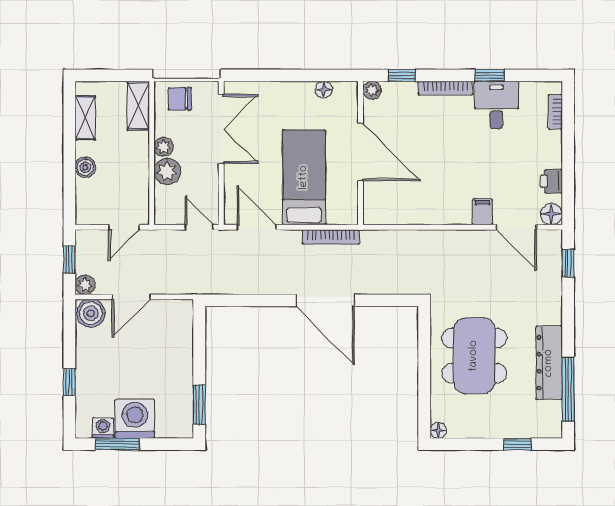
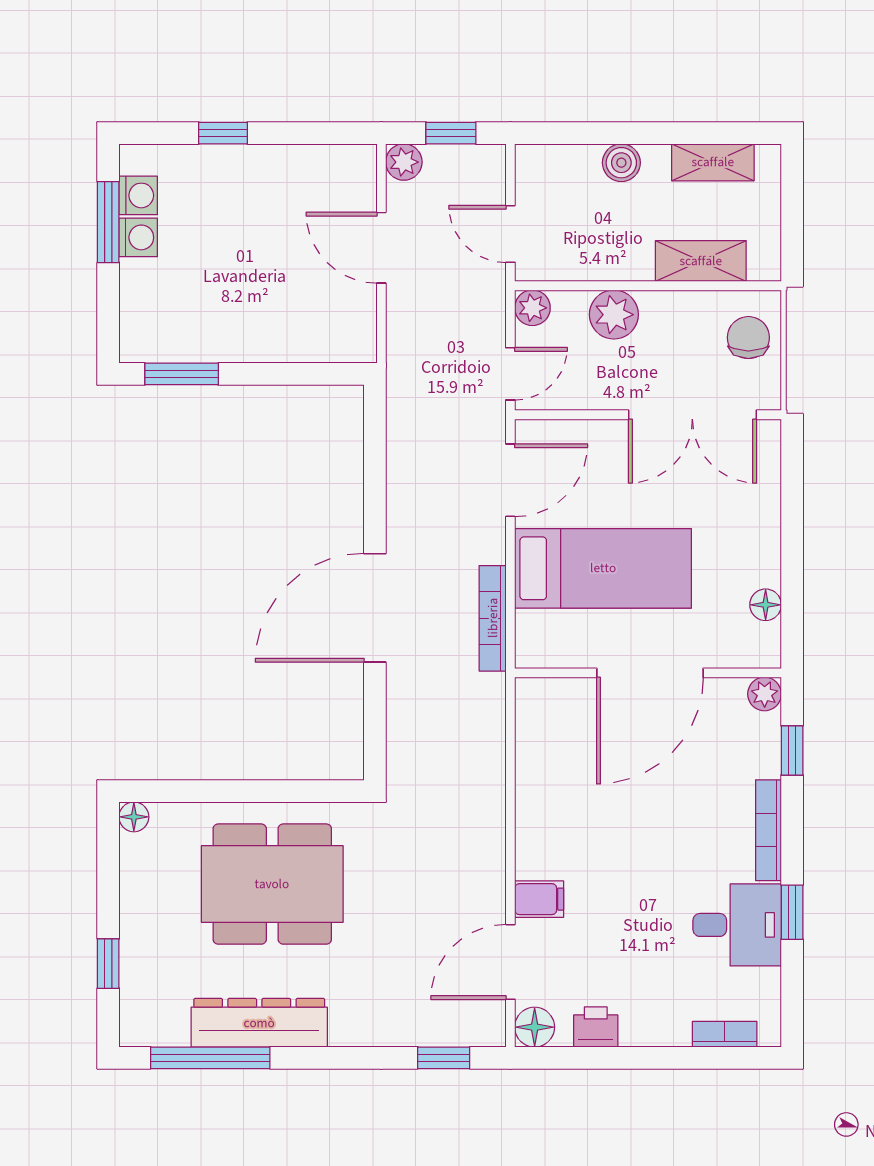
shelving: (138, 106) -> (701, 261), moved
plant: (164, 147) -> (532, 308), moved
boiler: (91, 313) -> (351, 173), removed
washing machine: (135, 419) -> (138, 237), width x0.53, depth x0.53

